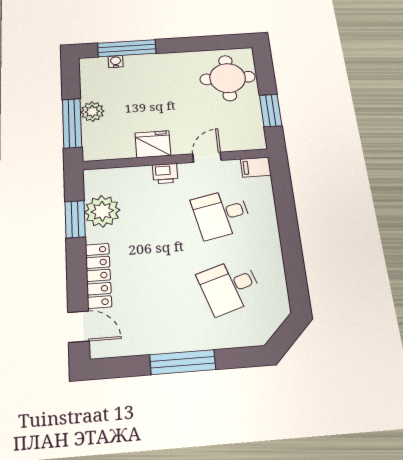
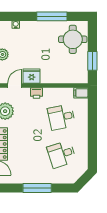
window: (127, 48) -> (52, 16), moved
door: (207, 157) -> (15, 85), moved

